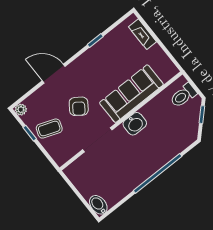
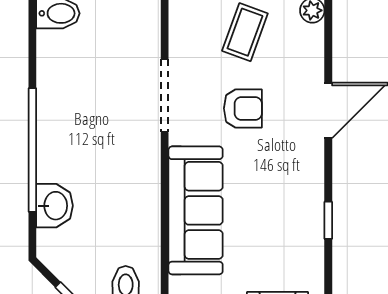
armchair: (79, 106) -> (243, 108), turned 145
washbasin: (135, 124) -> (55, 206), moved, turned 180

